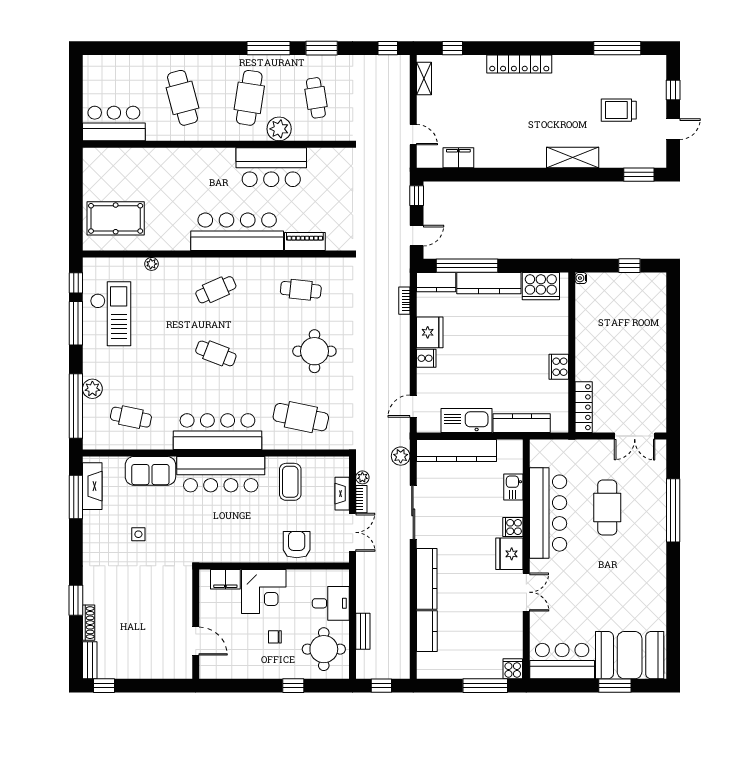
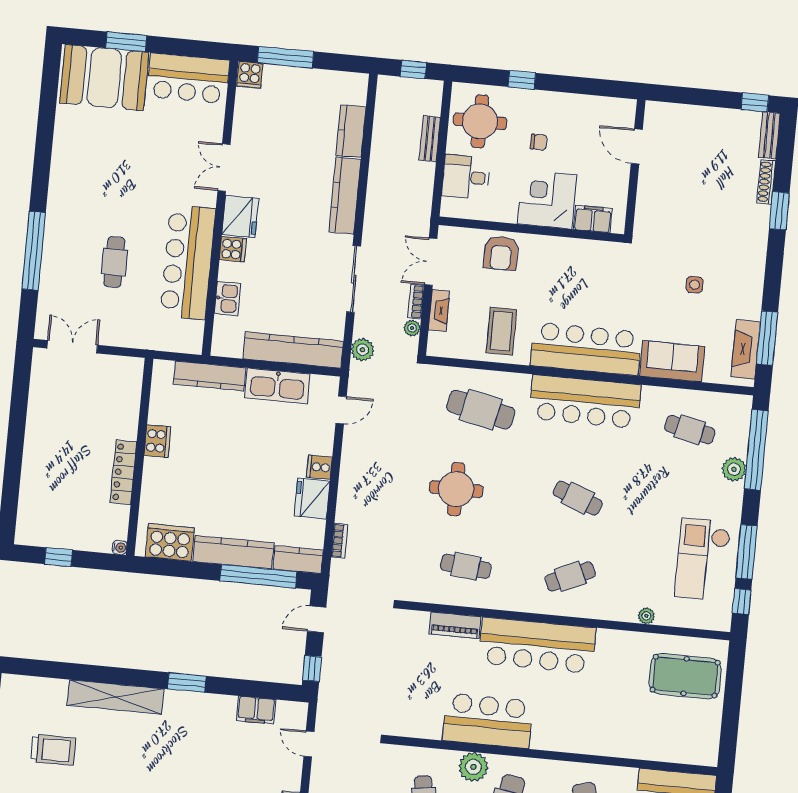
shelving: (573, 157) -> (115, 697), width x1.47
window: (639, 175) -> (187, 683), moved
locker: (584, 407) -> (123, 472), moved
cafe table: (607, 508) -> (114, 262), width x0.73, depth x0.74

